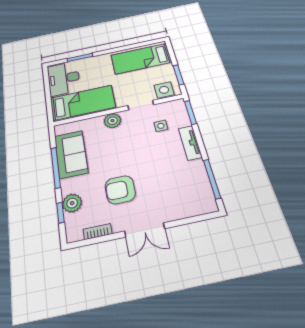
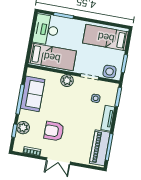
piano: (199, 185) -> (100, 148), added

